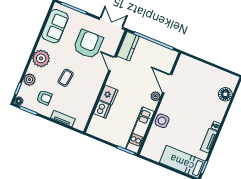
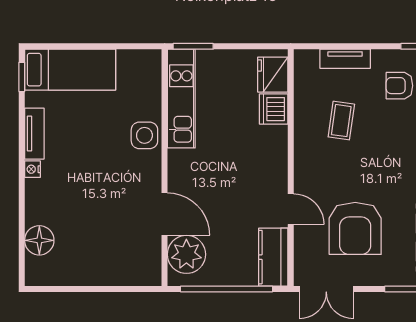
coffee table: (66, 78) -> (341, 121), moved
fridge: (109, 95) -> (273, 75), moved
plant: (155, 96) -> (186, 254), moved, width x1.88, depth x1.88

